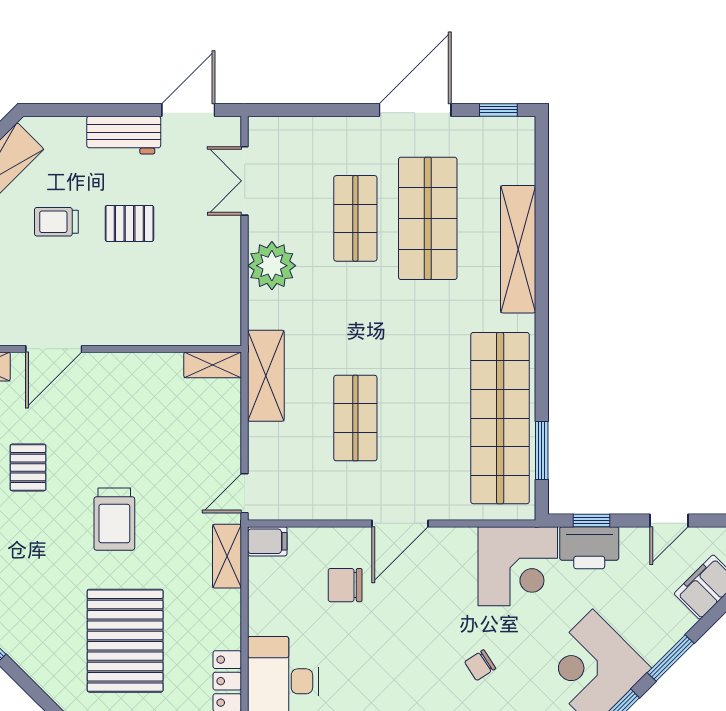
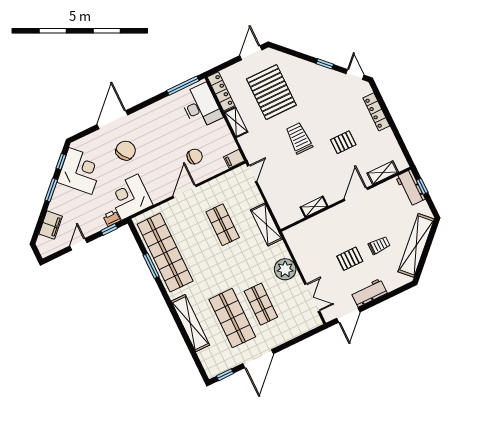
shelving: (213, 365) -> (314, 207), moved
window: (542, 451) -> (151, 266), moved
pallet: (28, 467) -> (343, 142), turned 90
printer: (589, 548) -> (112, 218), width x0.53, depth x0.68
shelving: (227, 556) -> (236, 122), moved
chair: (480, 665) -> (126, 151), width x1.87, depth x1.87

